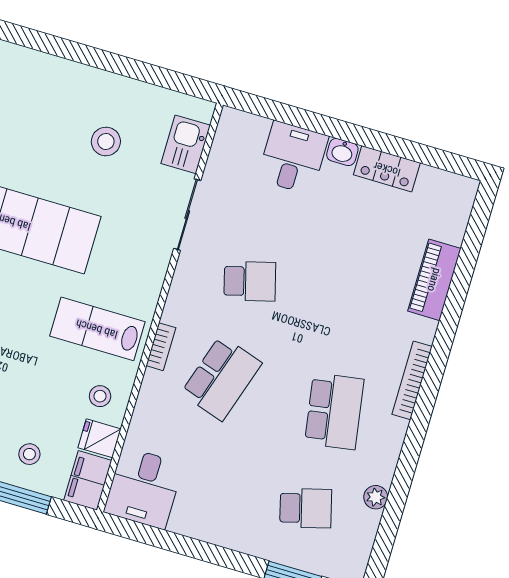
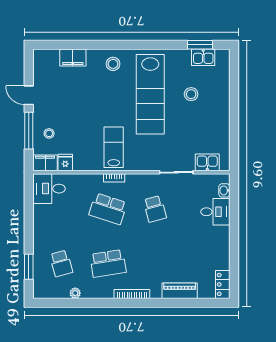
stool: (106, 141) -> (191, 94), moved
washbasin: (342, 152) -> (224, 190), moved
locker: (387, 169) -> (223, 284), moved
stool: (100, 396) -> (84, 157), removed

